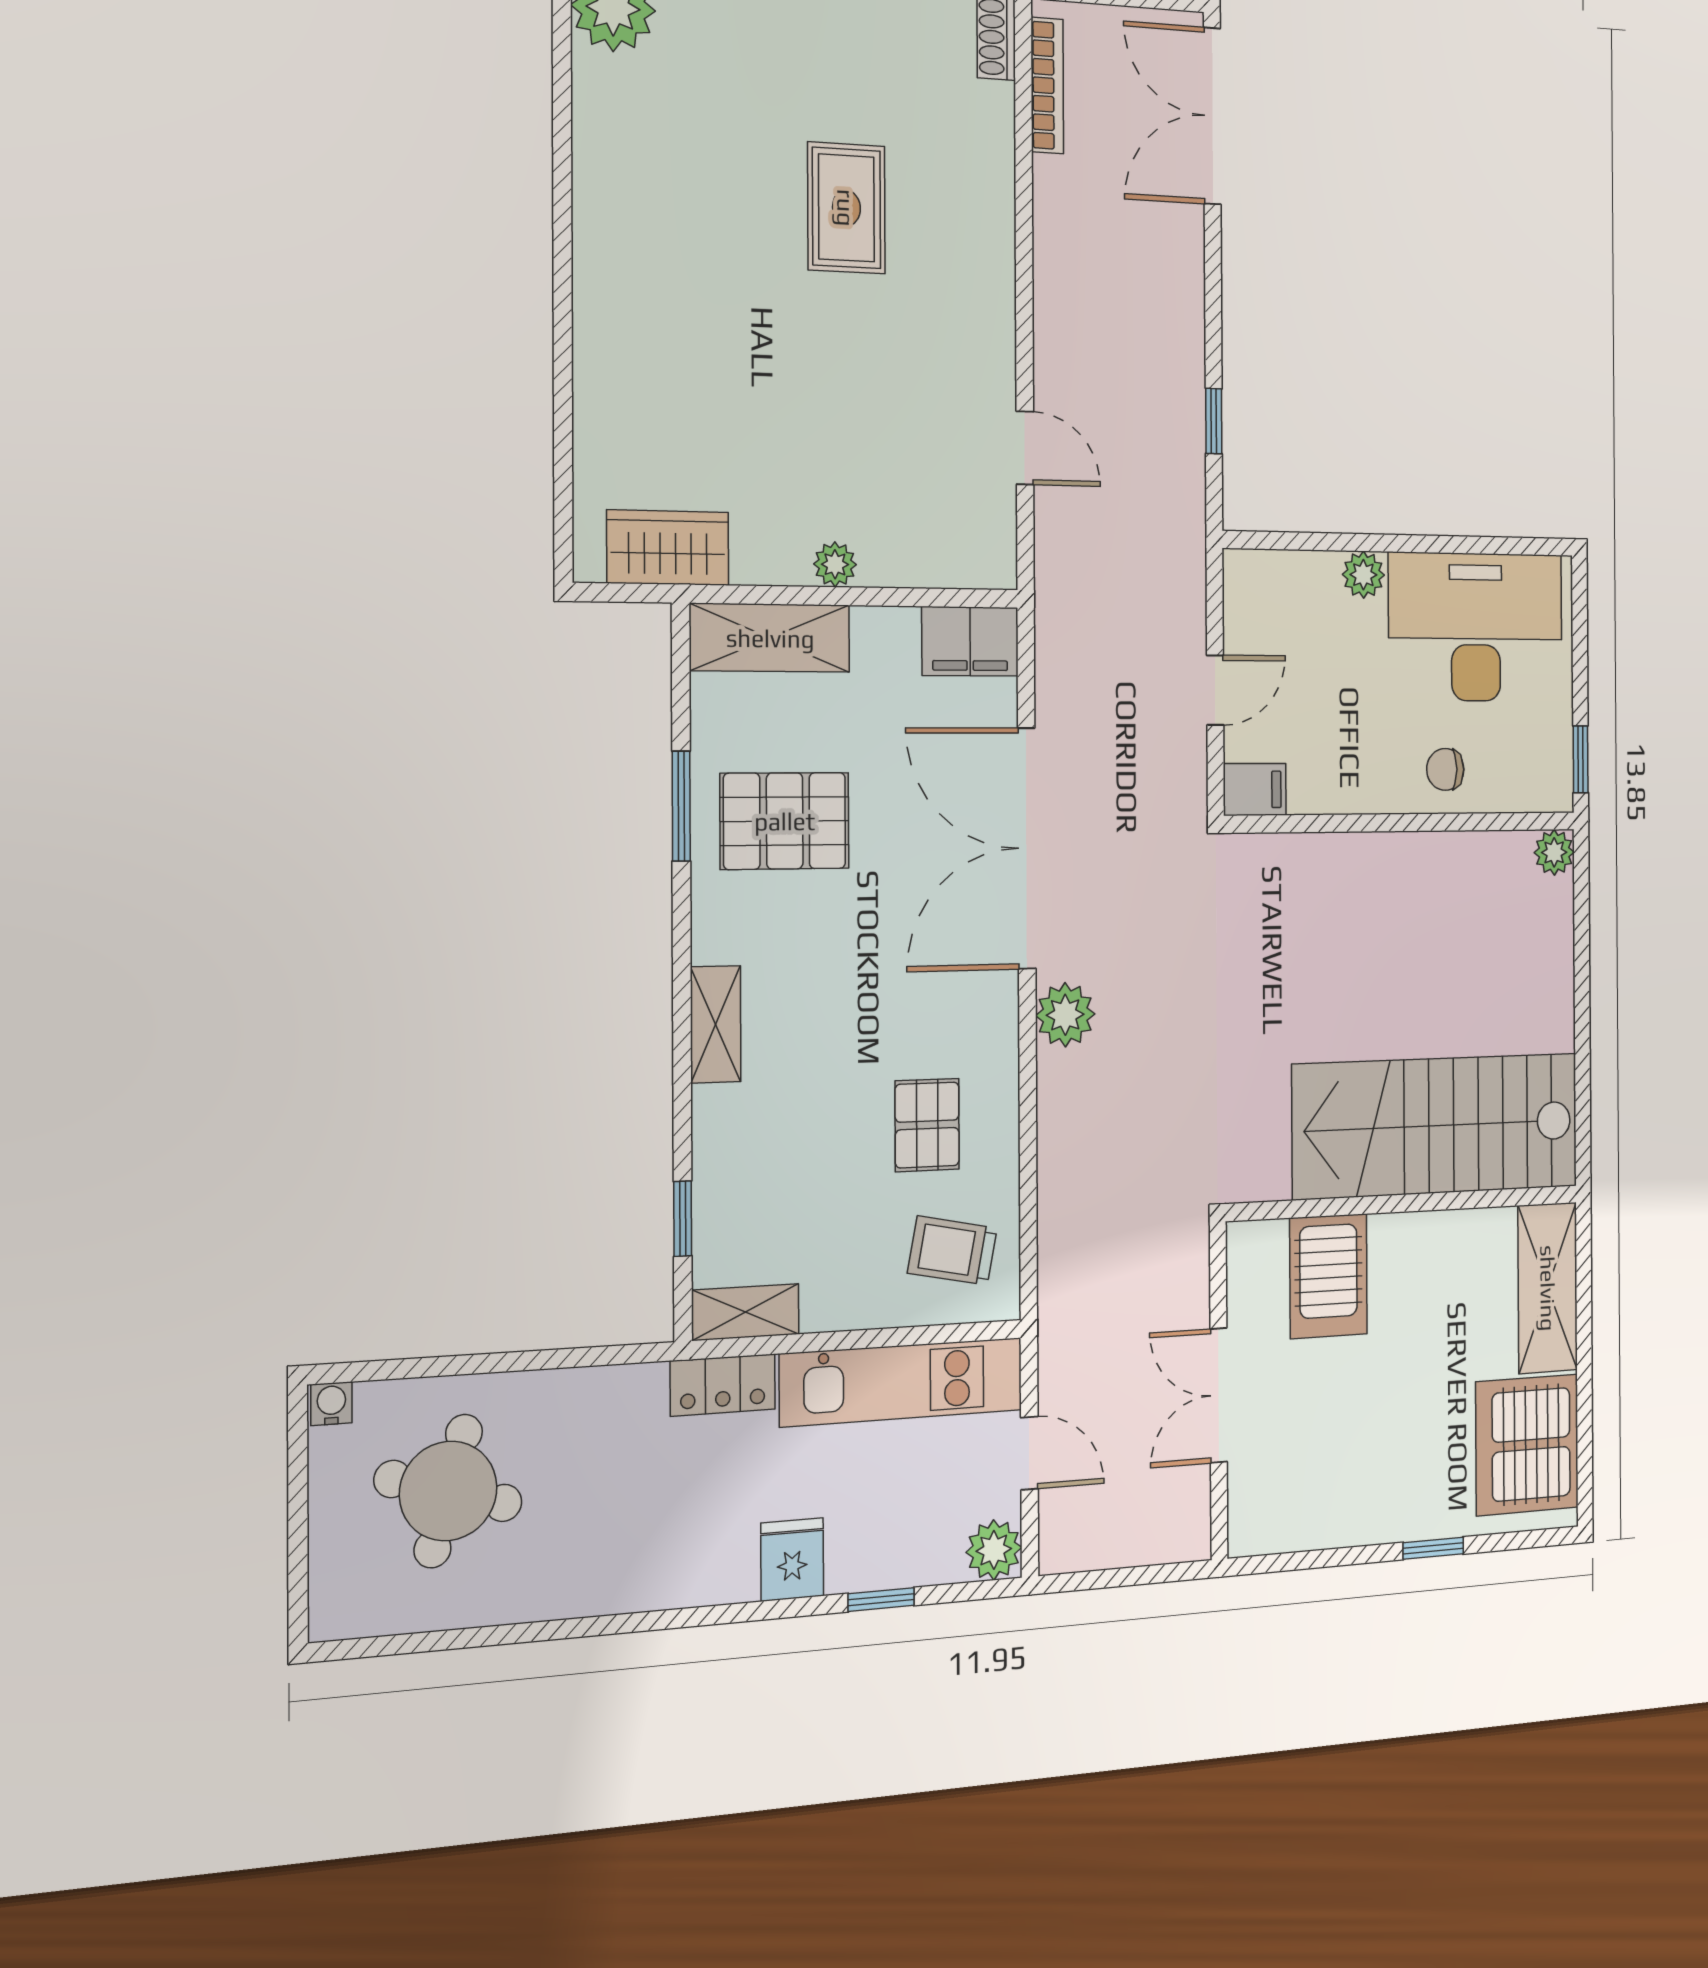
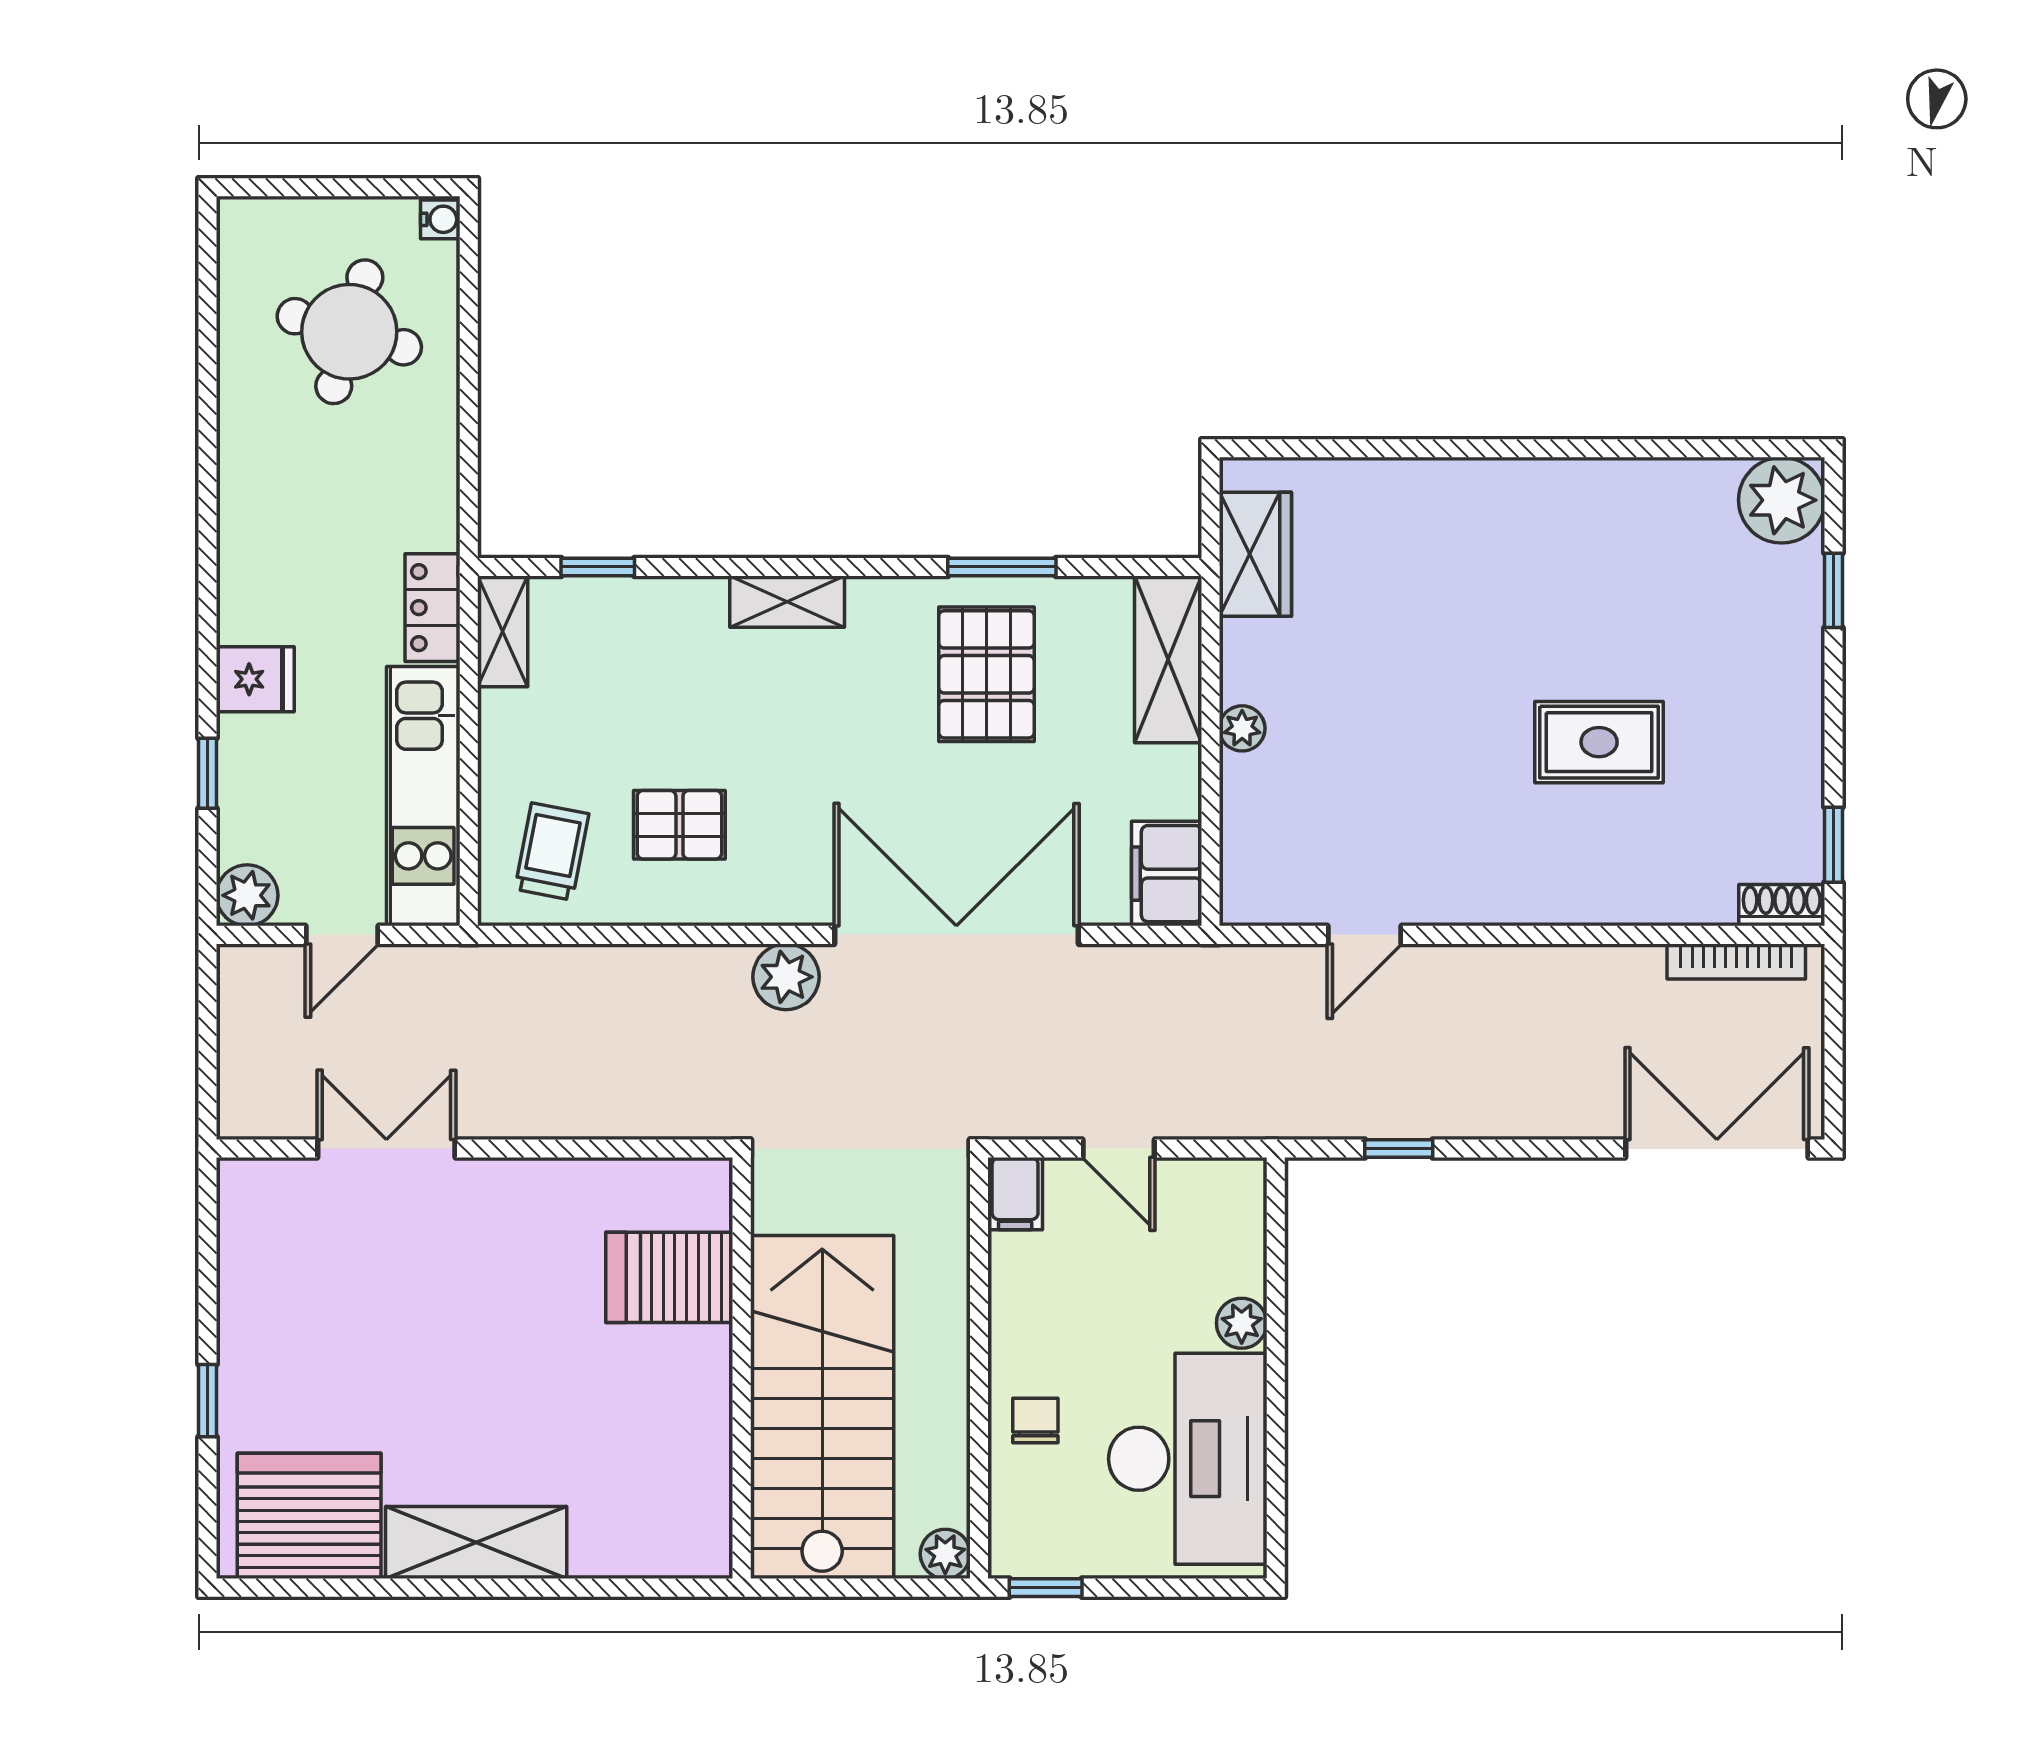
stairs: (1436, 1126) -> (822, 1407), moved
wall: (1404, 1203) -> (742, 1368), moved
server rack: (1328, 1276) -> (669, 1277), moved

